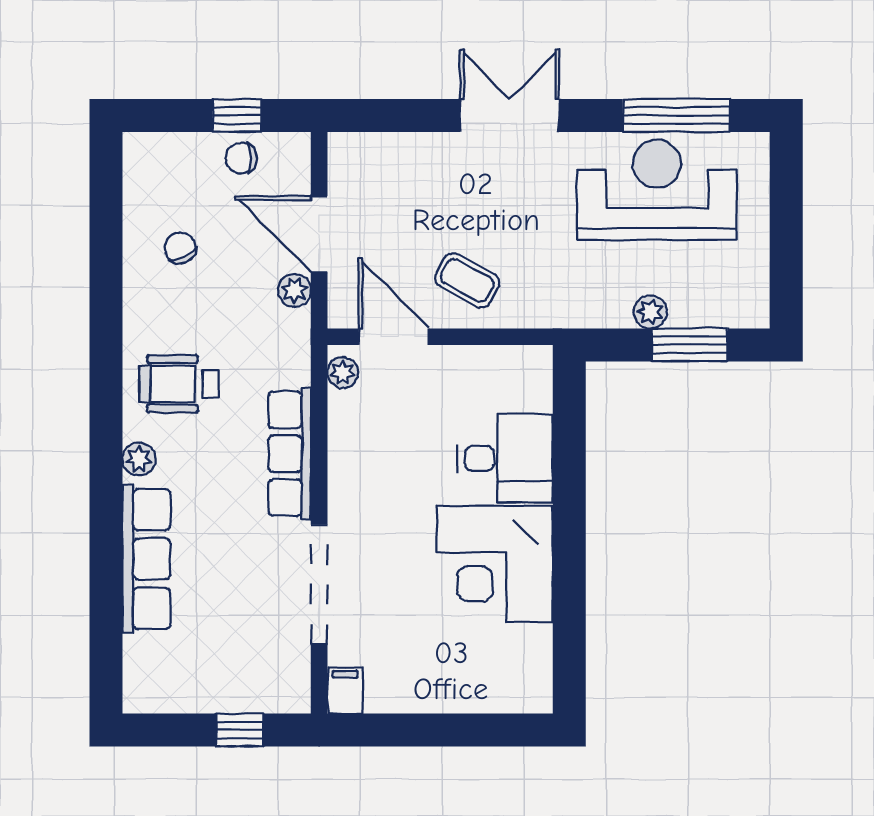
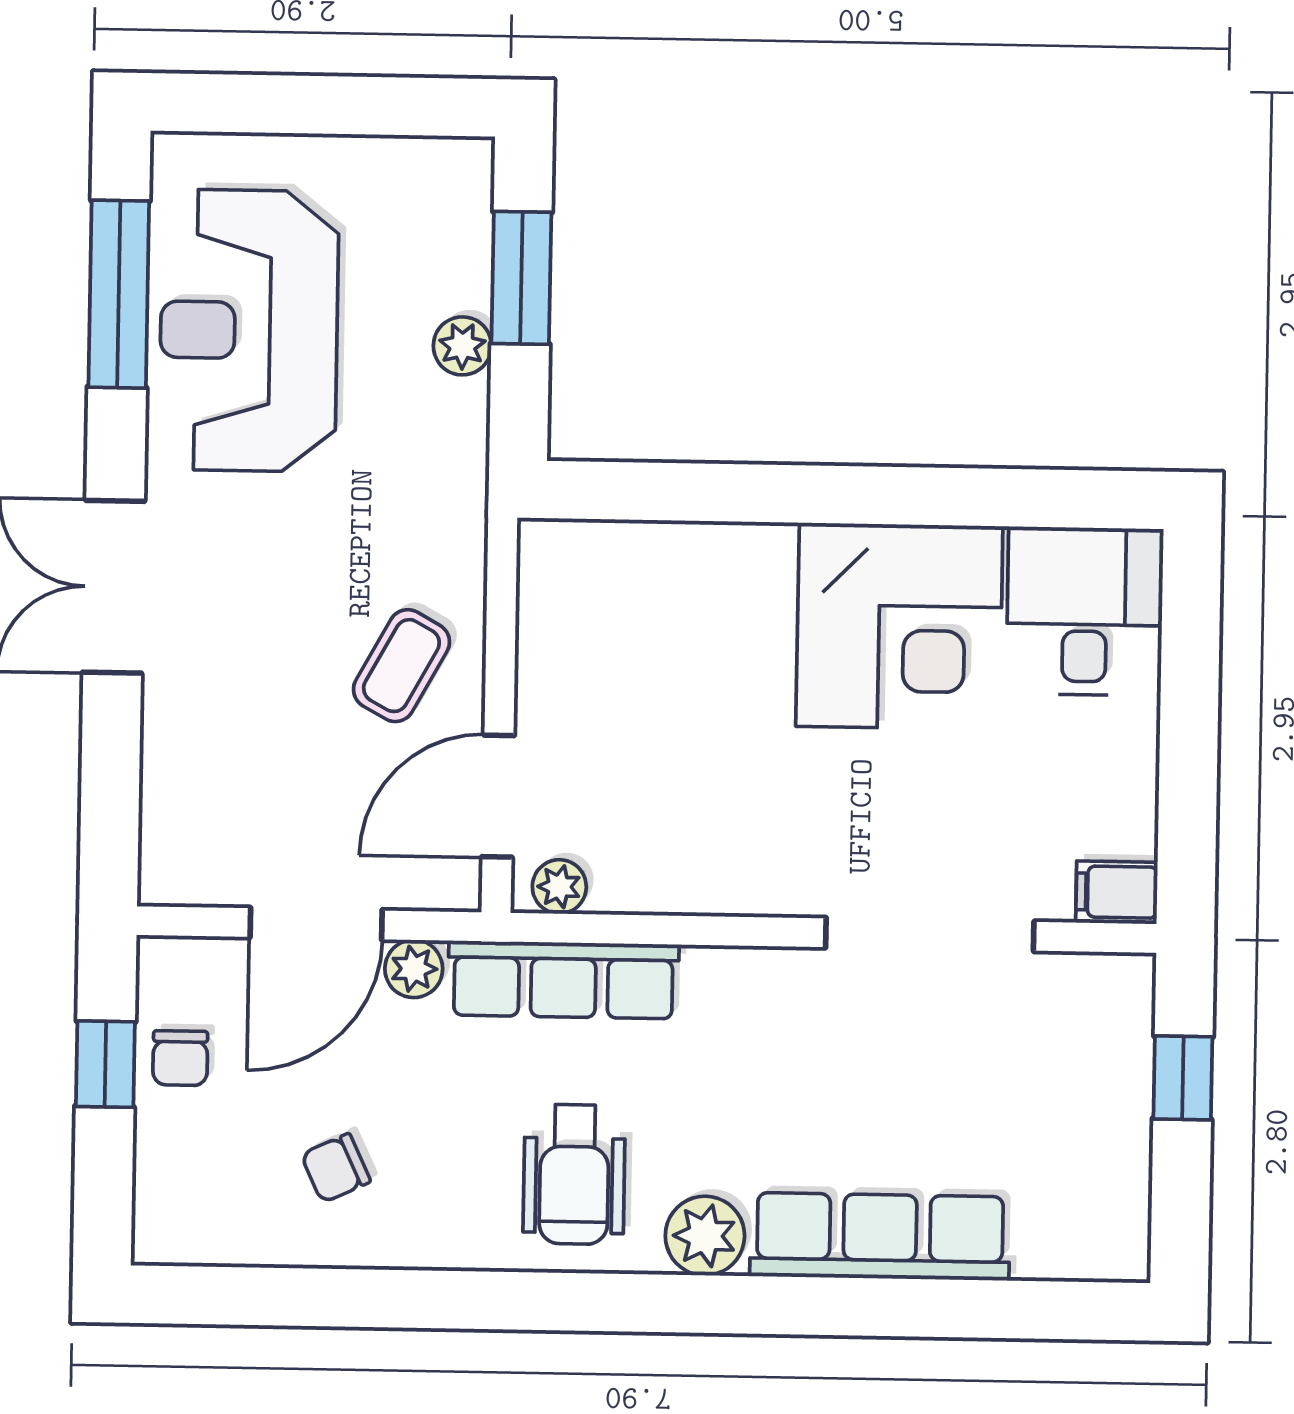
row of seats: (290, 454) -> (563, 980), moved
desk: (505, 458) -> (1085, 611), moved
plant: (139, 459) -> (705, 1236), width x1.38, depth x1.38

